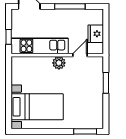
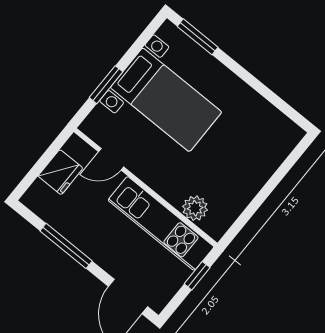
plant: (59, 63) -> (195, 208), moved
bed with nightstands: (37, 107) -> (166, 100), moved, turned 180

